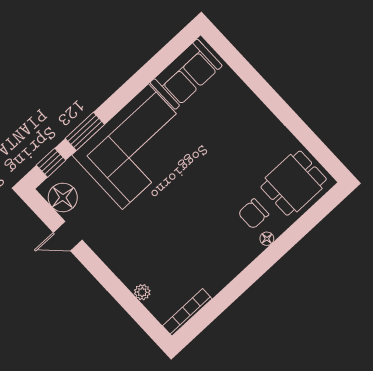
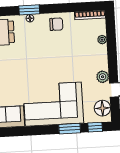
chair: (253, 214) -> (56, 24), moved
plant: (99, 241) -> (103, 77), added
window: (277, 250) -> (29, 10), added

